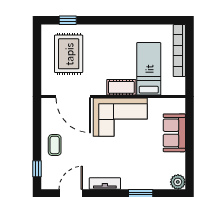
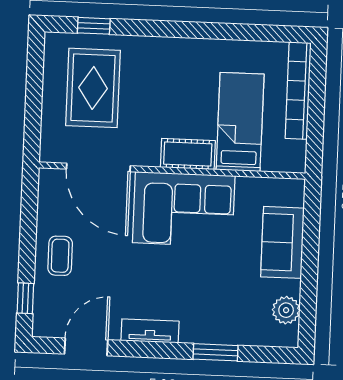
plant: (178, 182) -> (286, 310), moved

